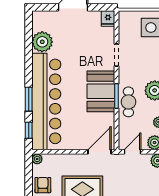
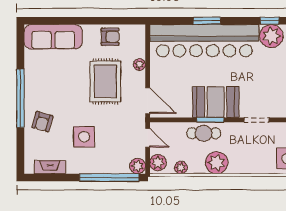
window: (29, 130) -> (270, 21), moved
plant: (37, 159) -> (139, 65), moved

